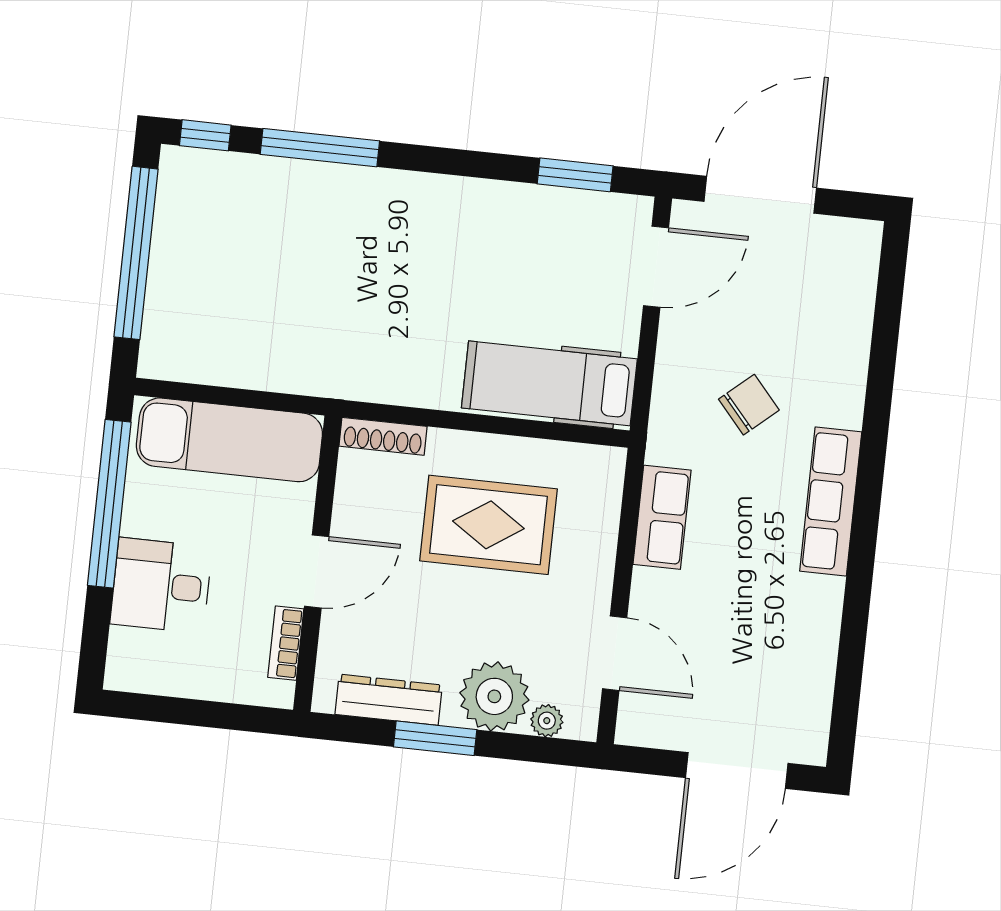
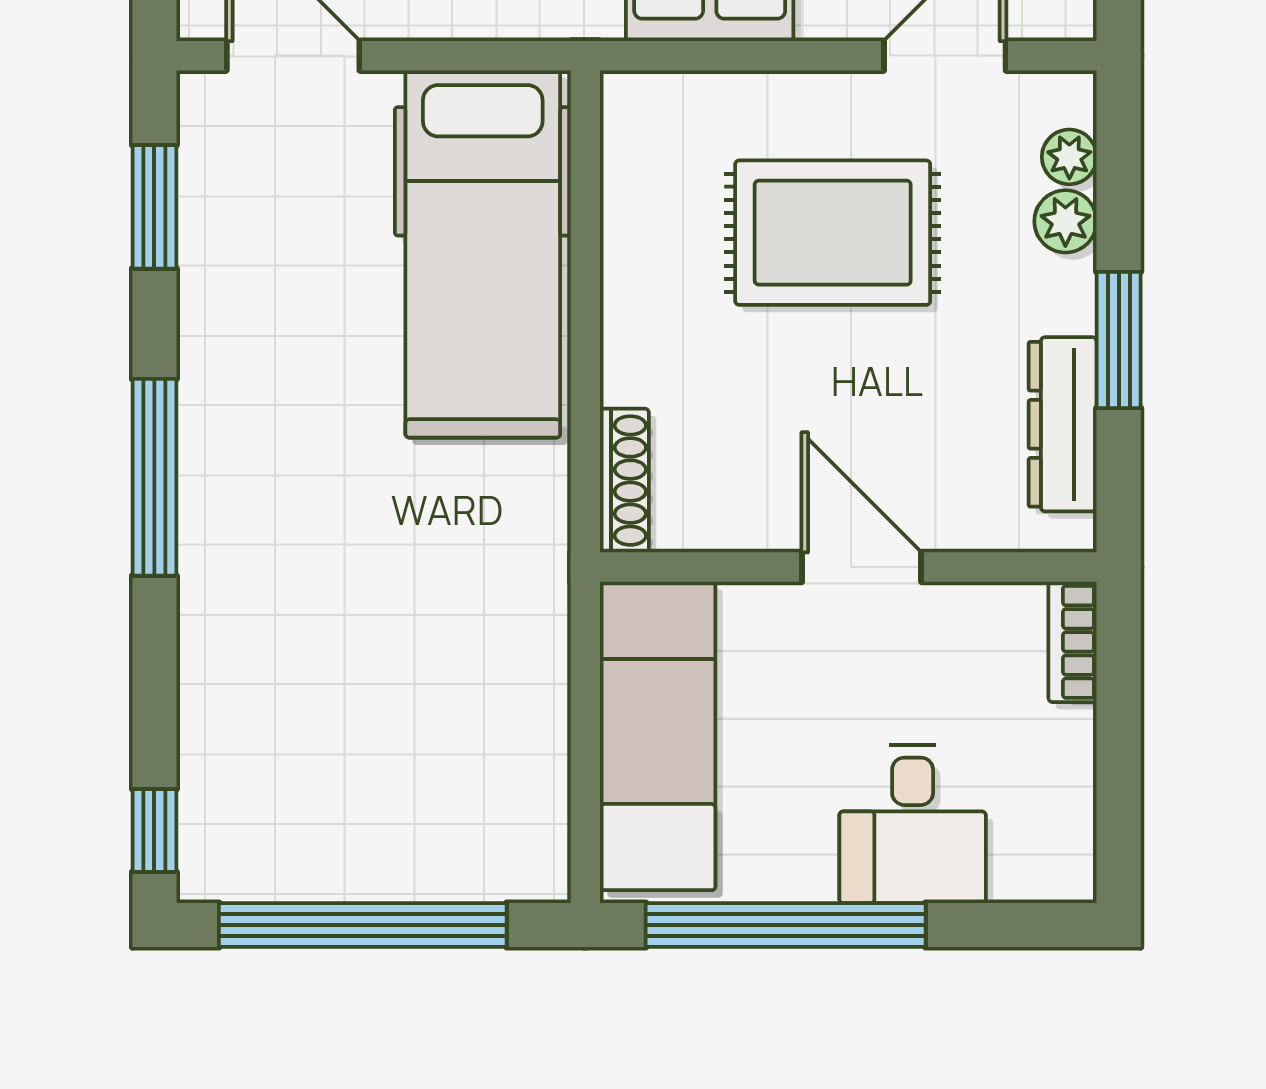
window: (320, 148) -> (154, 477), moved
hospital bed: (549, 383) -> (483, 254), width x1.37, depth x1.29
rug: (488, 525) -> (833, 233), moved, turned 90
bookcase: (286, 643) -> (1073, 642), moved, turned 90
plant: (494, 696) -> (1065, 221), width x0.53, depth x0.53

